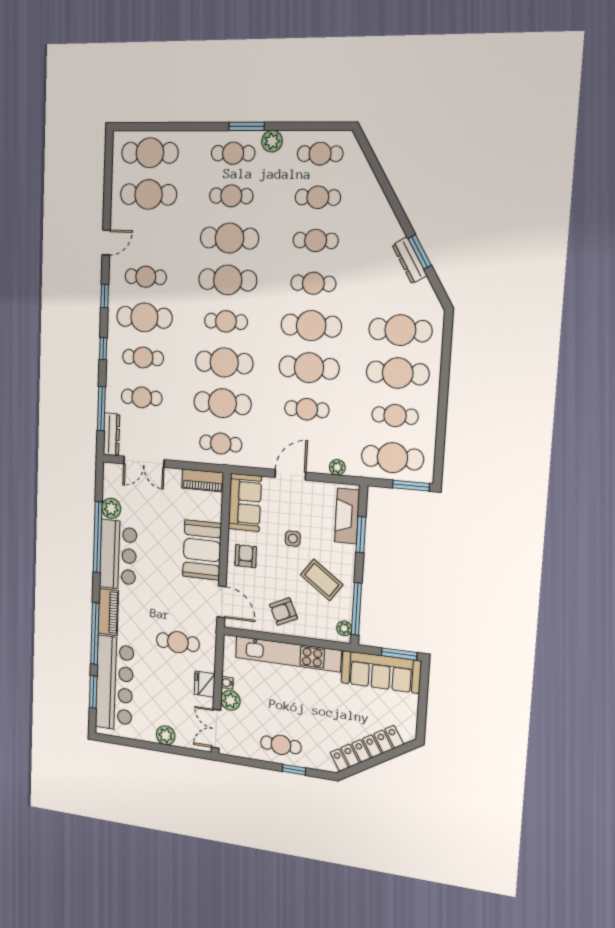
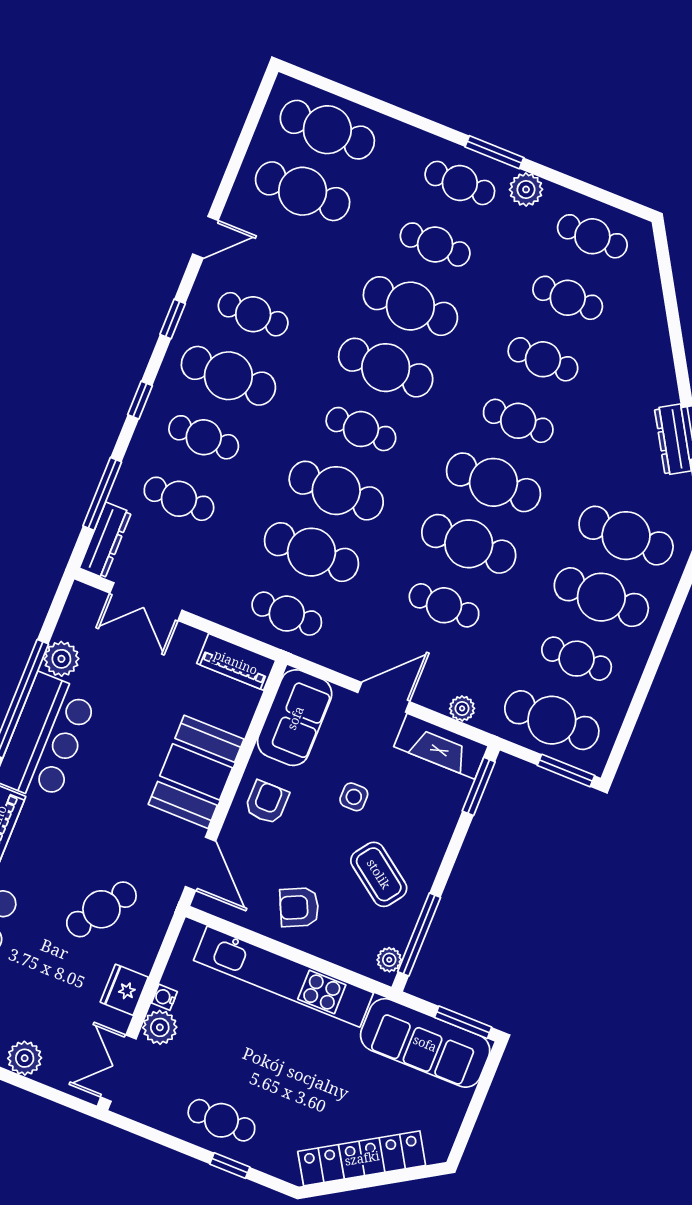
fireplace: (347, 516) -> (441, 746), moved, turned -90
window: (361, 535) -> (479, 786), moved
cafe table: (178, 642) -> (101, 909), turned -55

